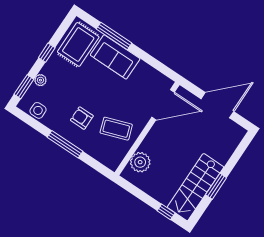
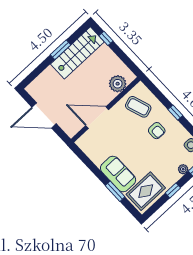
window: (114, 36) -> (115, 191), width x0.69
door: (163, 105) -> (97, 118), moved
coffee table: (116, 129) -> (138, 107), moved
window: (65, 144) -> (175, 112), width x0.46

